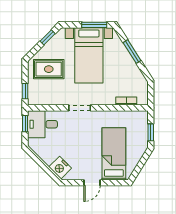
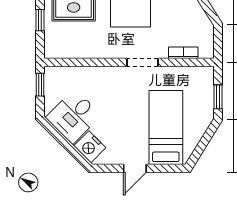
window: (25, 91) -> (40, 20), moved
doorway: (80, 108) -> (143, 62), moved
desk: (42, 124) -> (74, 116), moved, turned -45

